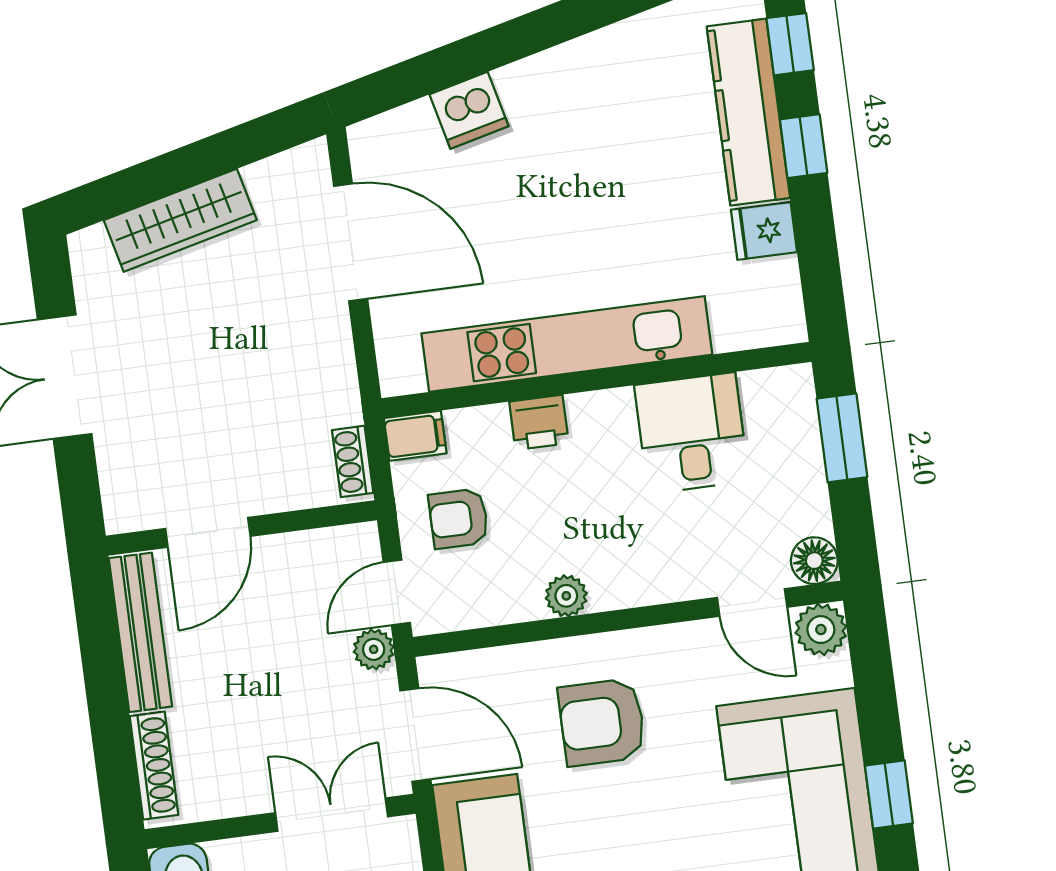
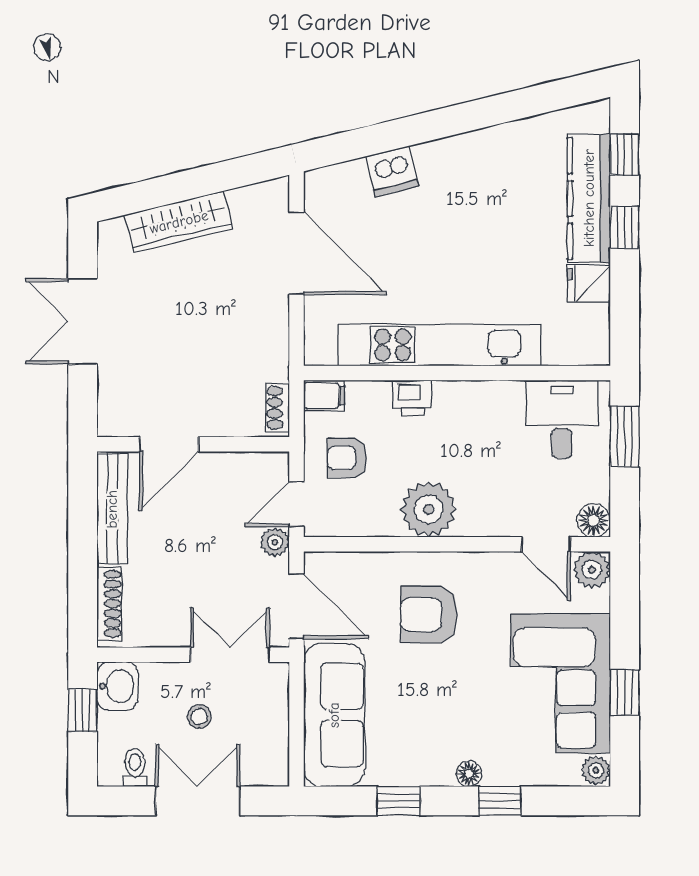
desk: (692, 433) -> (562, 419), moved
plant: (566, 596) -> (429, 509), width x1.88, depth x1.88

